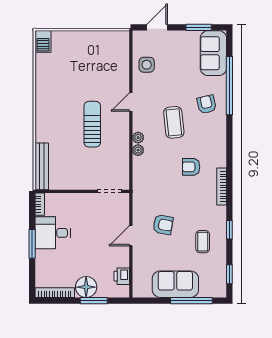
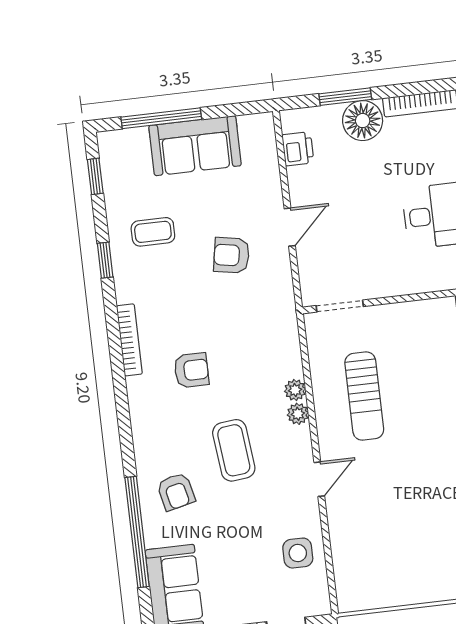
sun lounger: (92, 124) -> (364, 396), moved
coffee table: (203, 242) -> (153, 232), turned 90

